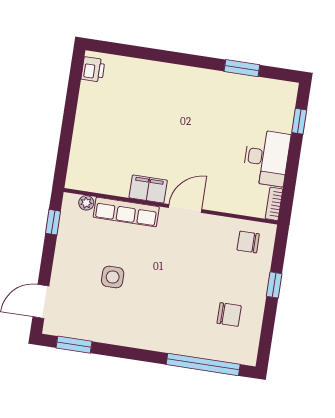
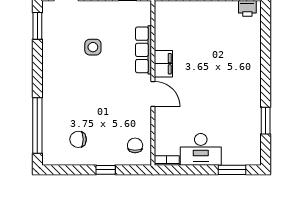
window: (299, 121) -> (232, 170), width x1.50
plant: (86, 203) -> (146, 19), removed
chair: (229, 315) -> (78, 139), turned 90

